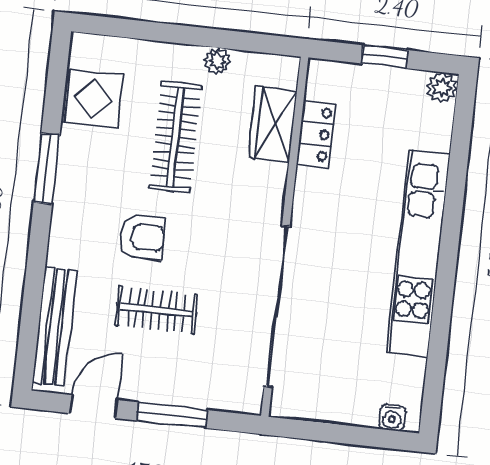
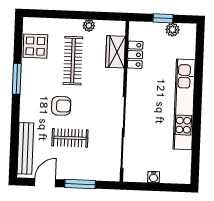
plant: (442, 88) -> (173, 30), moved
water cooler: (392, 417) -> (154, 177), moved

